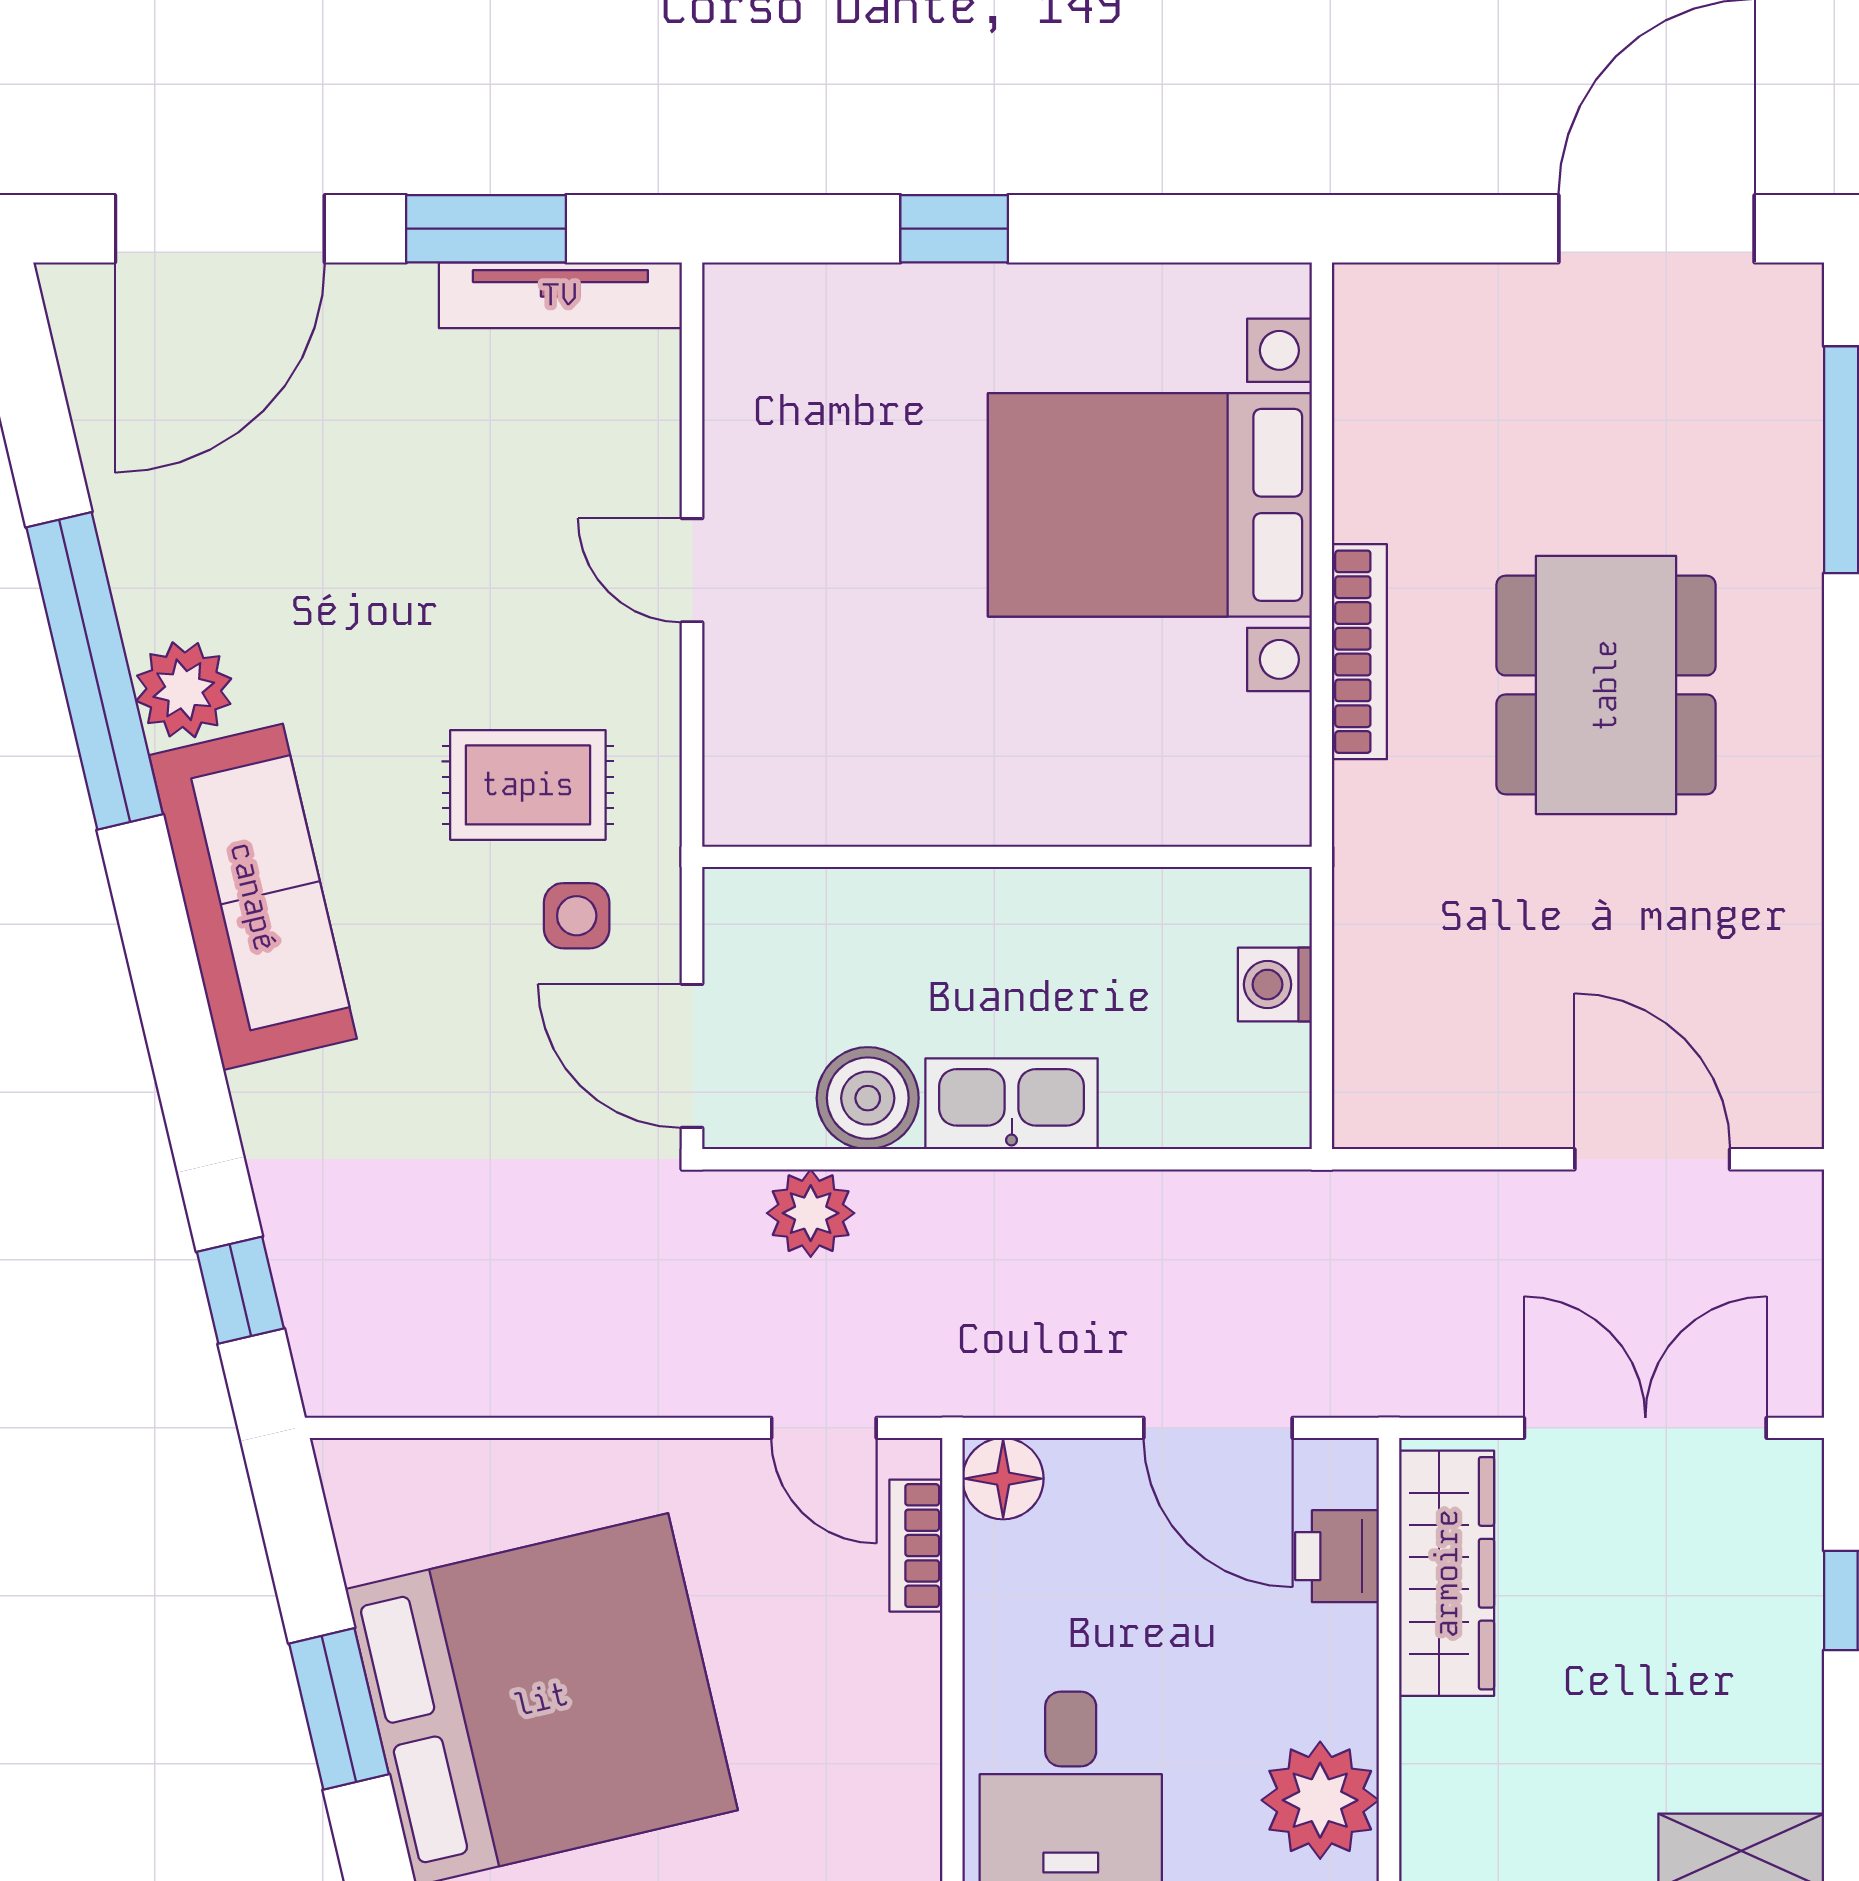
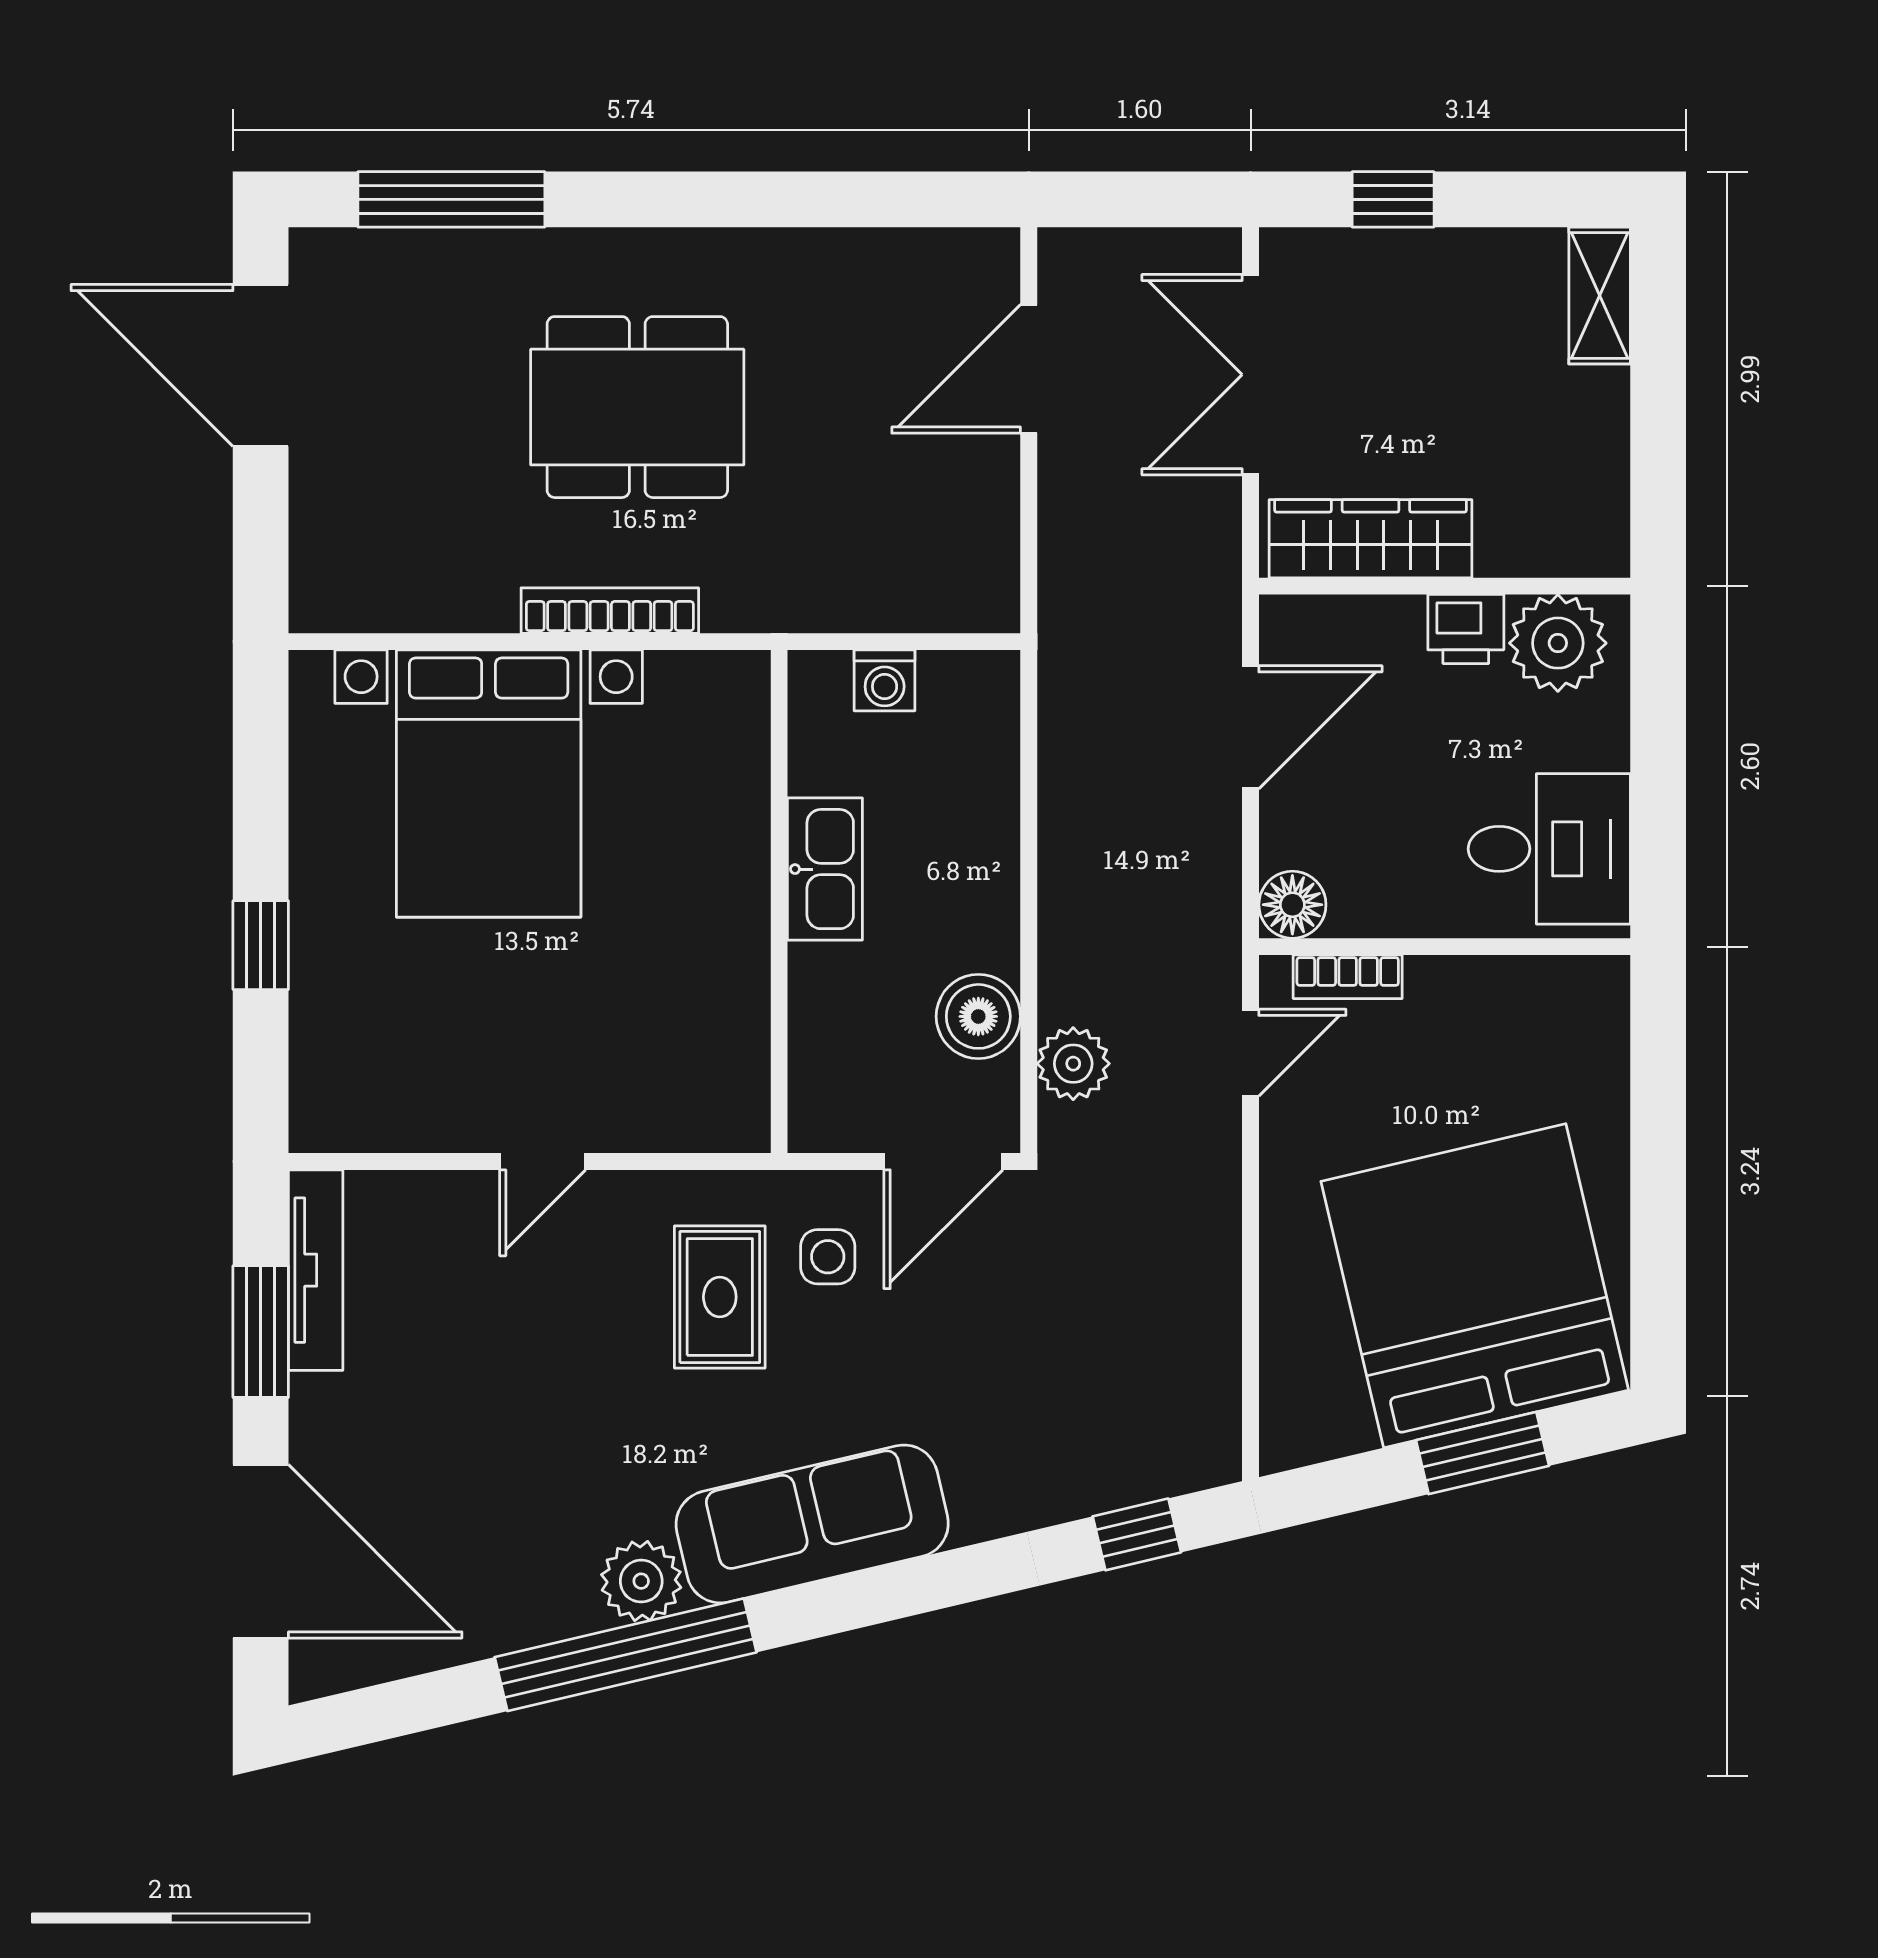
kitchen sink: (1012, 1104) -> (825, 869), moved, turned 180
printer: (1337, 1556) -> (1466, 629), moved

